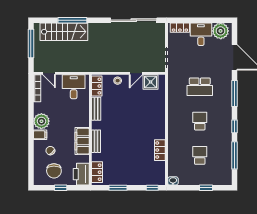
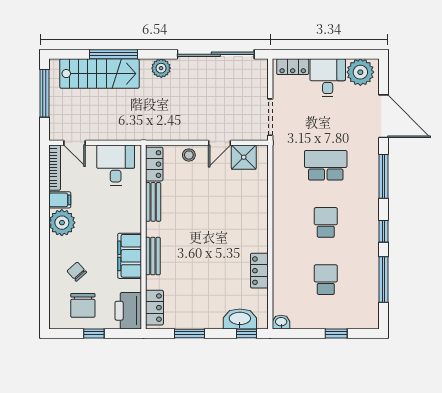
plant: (101, 28) -> (161, 68), added
school desk: (200, 87) -> (326, 165), turned 180
filing cabinet: (40, 135) -> (60, 200), moved
washbasin: (148, 179) -> (240, 319), added

